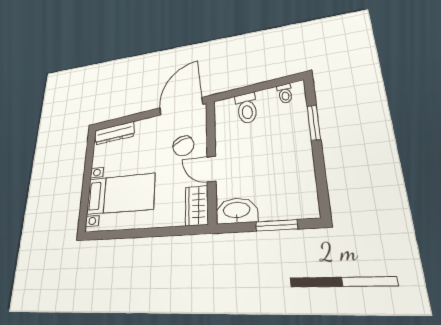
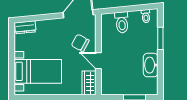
dresser: (114, 133) -> (25, 27), width x0.70
chair: (183, 146) -> (80, 43), turned 139
washbasin: (237, 211) -> (151, 65), moved, turned -90

